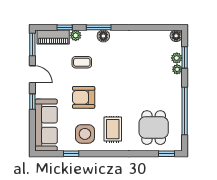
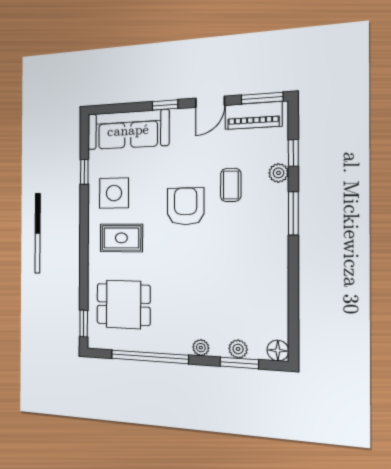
floor lamp: (103, 36) -> (277, 222), removed
piano: (53, 37) -> (253, 116), moved, turned -90
plant: (177, 69) -> (201, 348), moved
armchair: (84, 97) -> (186, 206), moved

